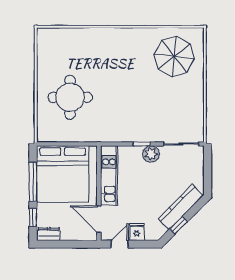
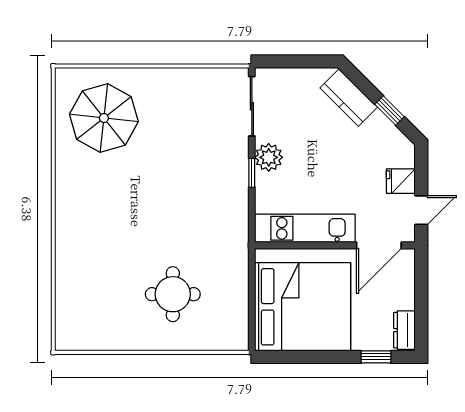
round table: (70, 97) -> (173, 294), width x0.73, depth x0.73
window: (33, 182) -> (316, 357), removed
kitchen counter: (181, 207) -> (349, 98), width x0.67
door: (120, 244) -> (421, 210), swing flipped

